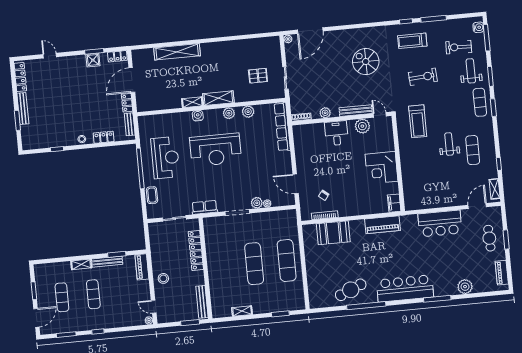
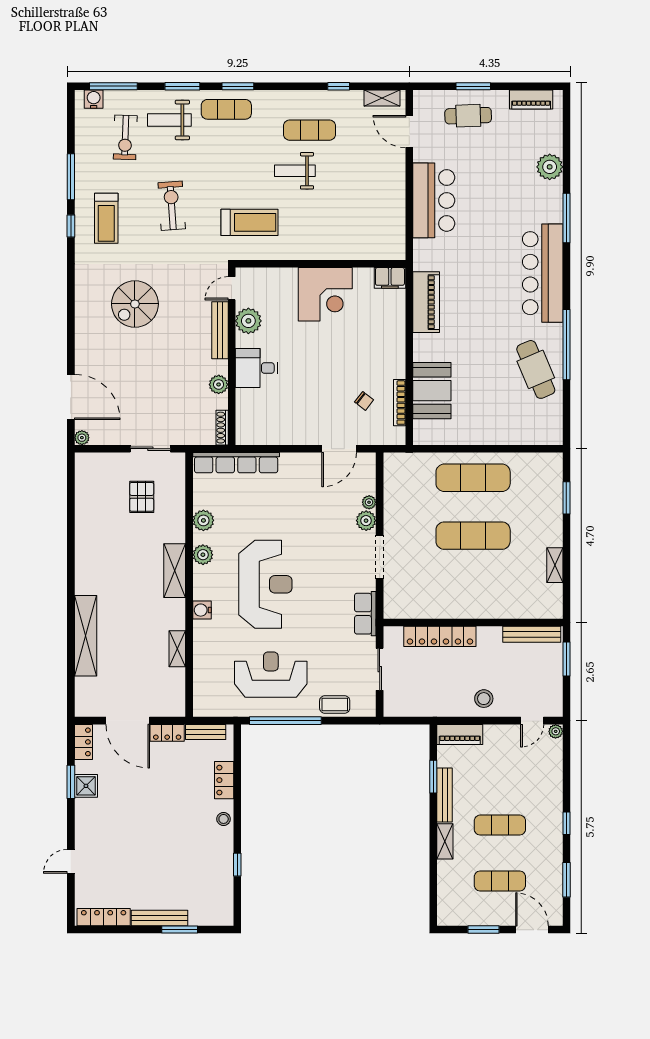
shelving: (192, 102) -> (177, 649), moved

